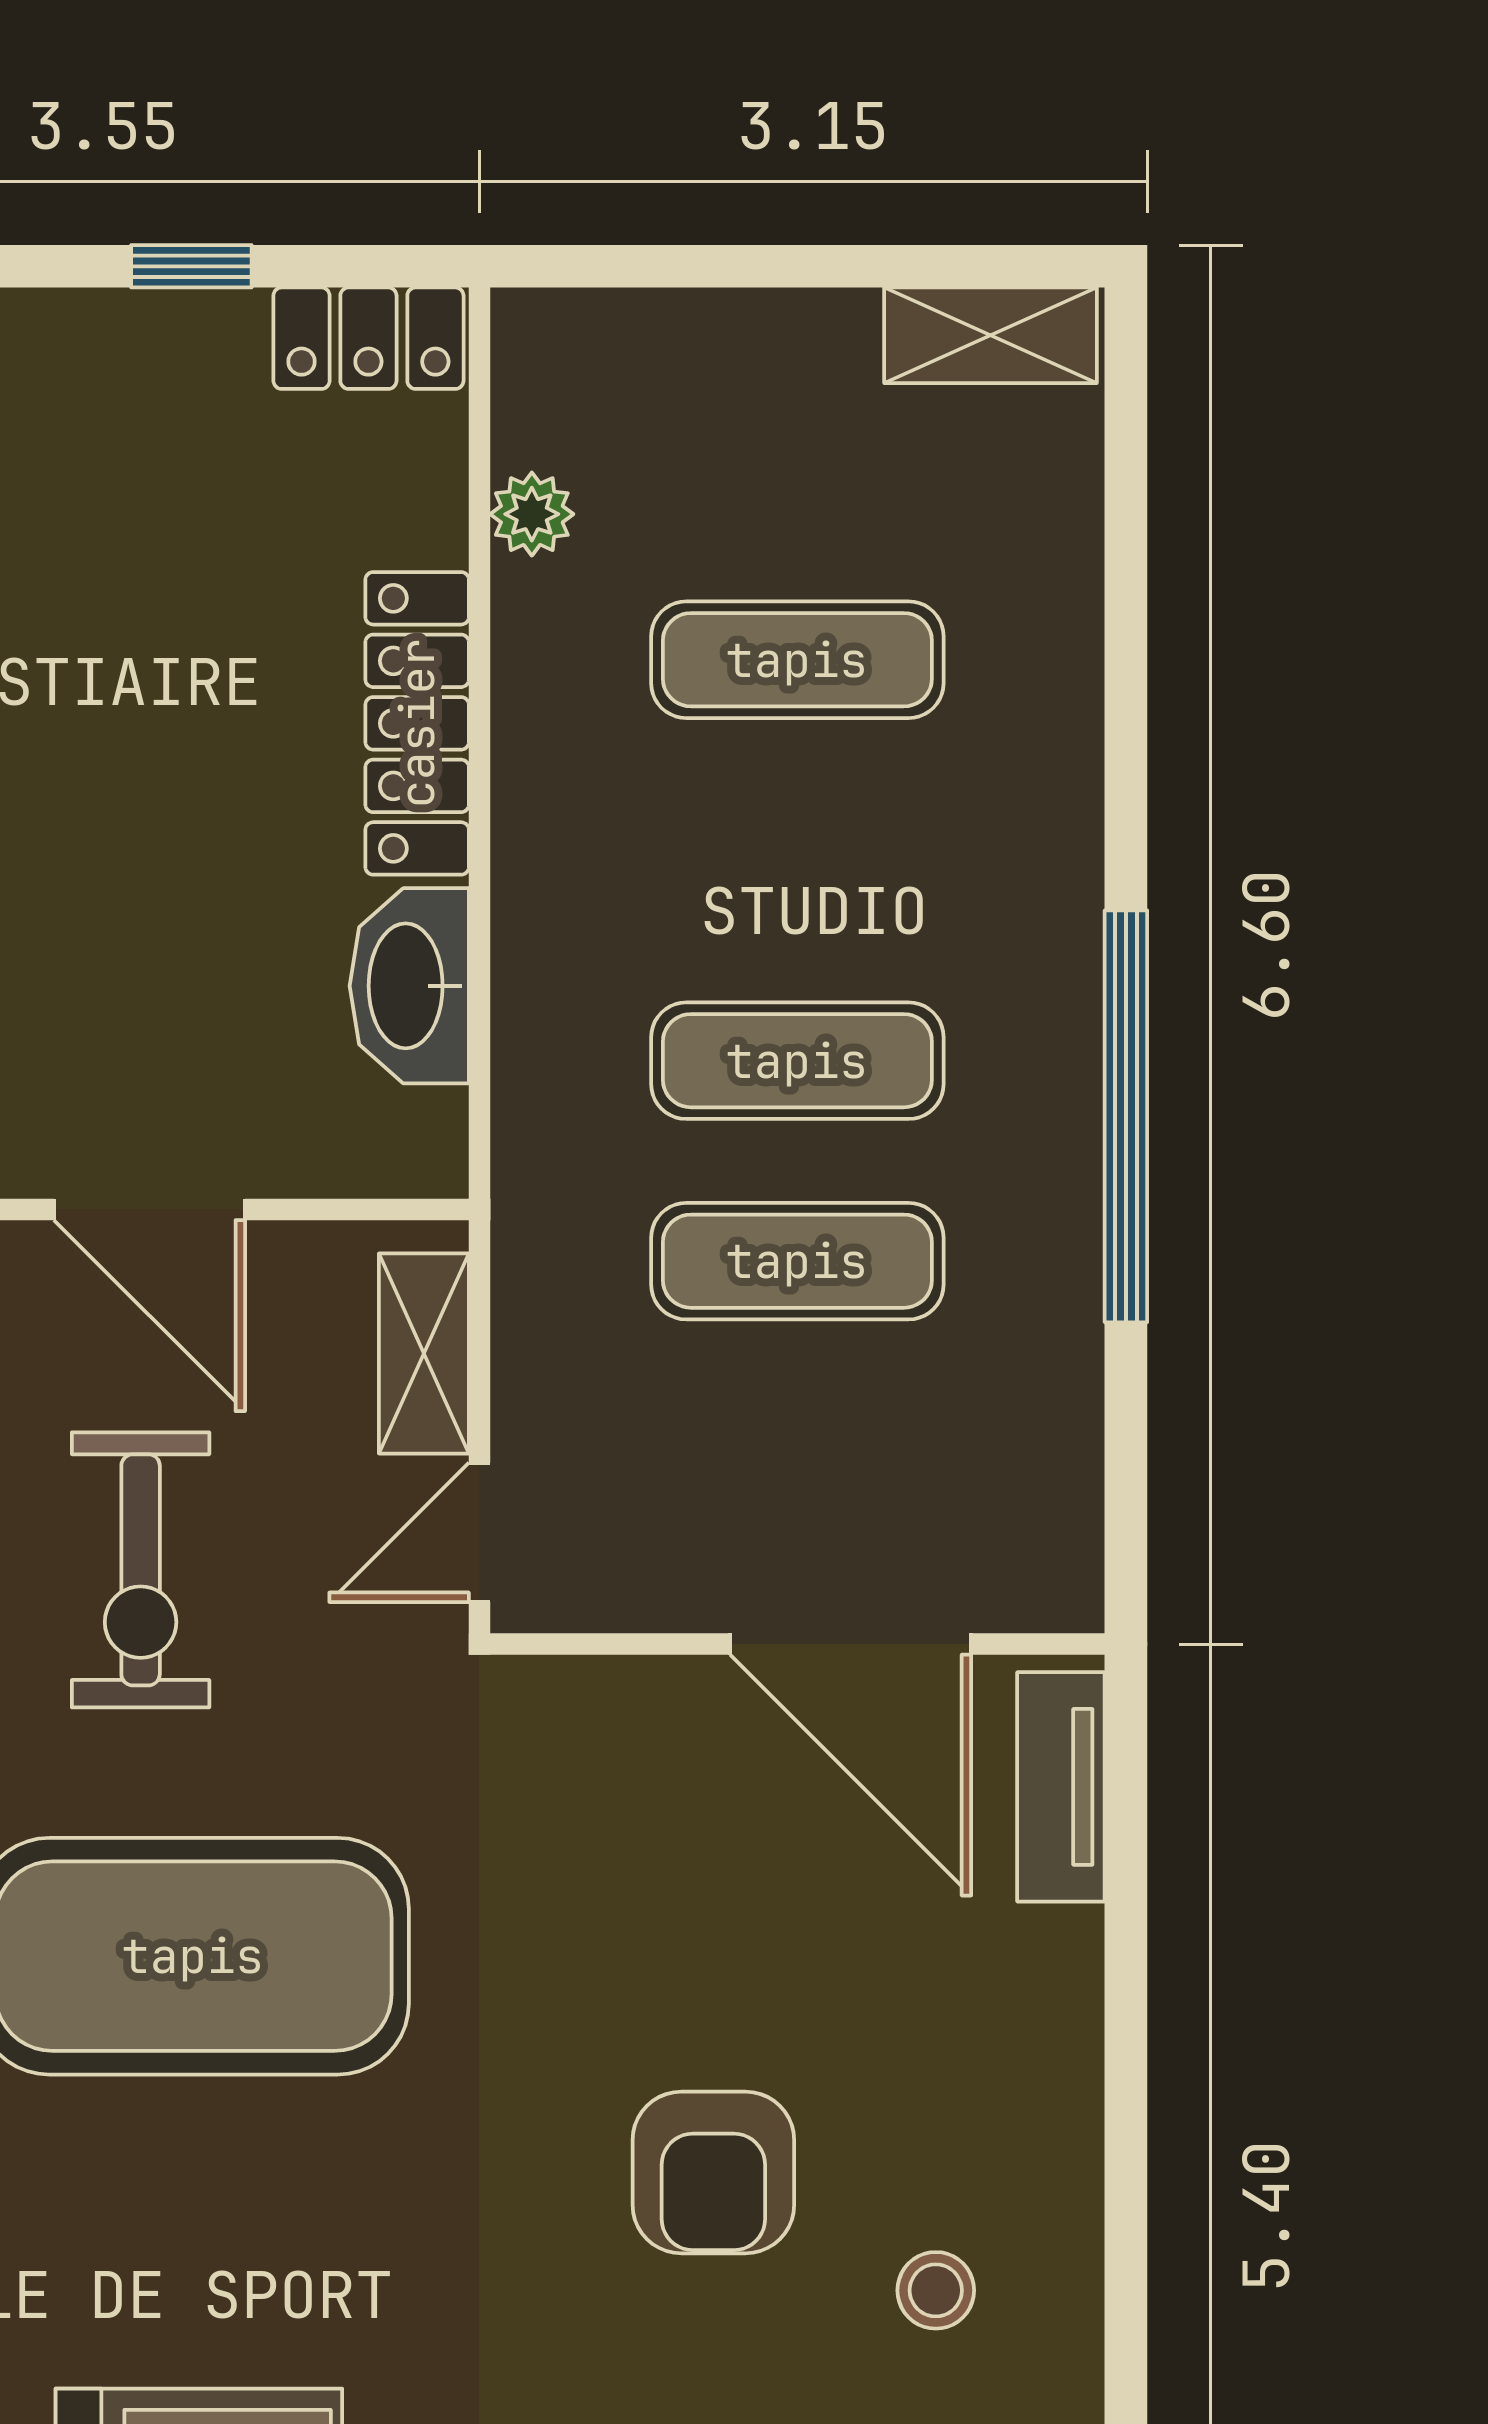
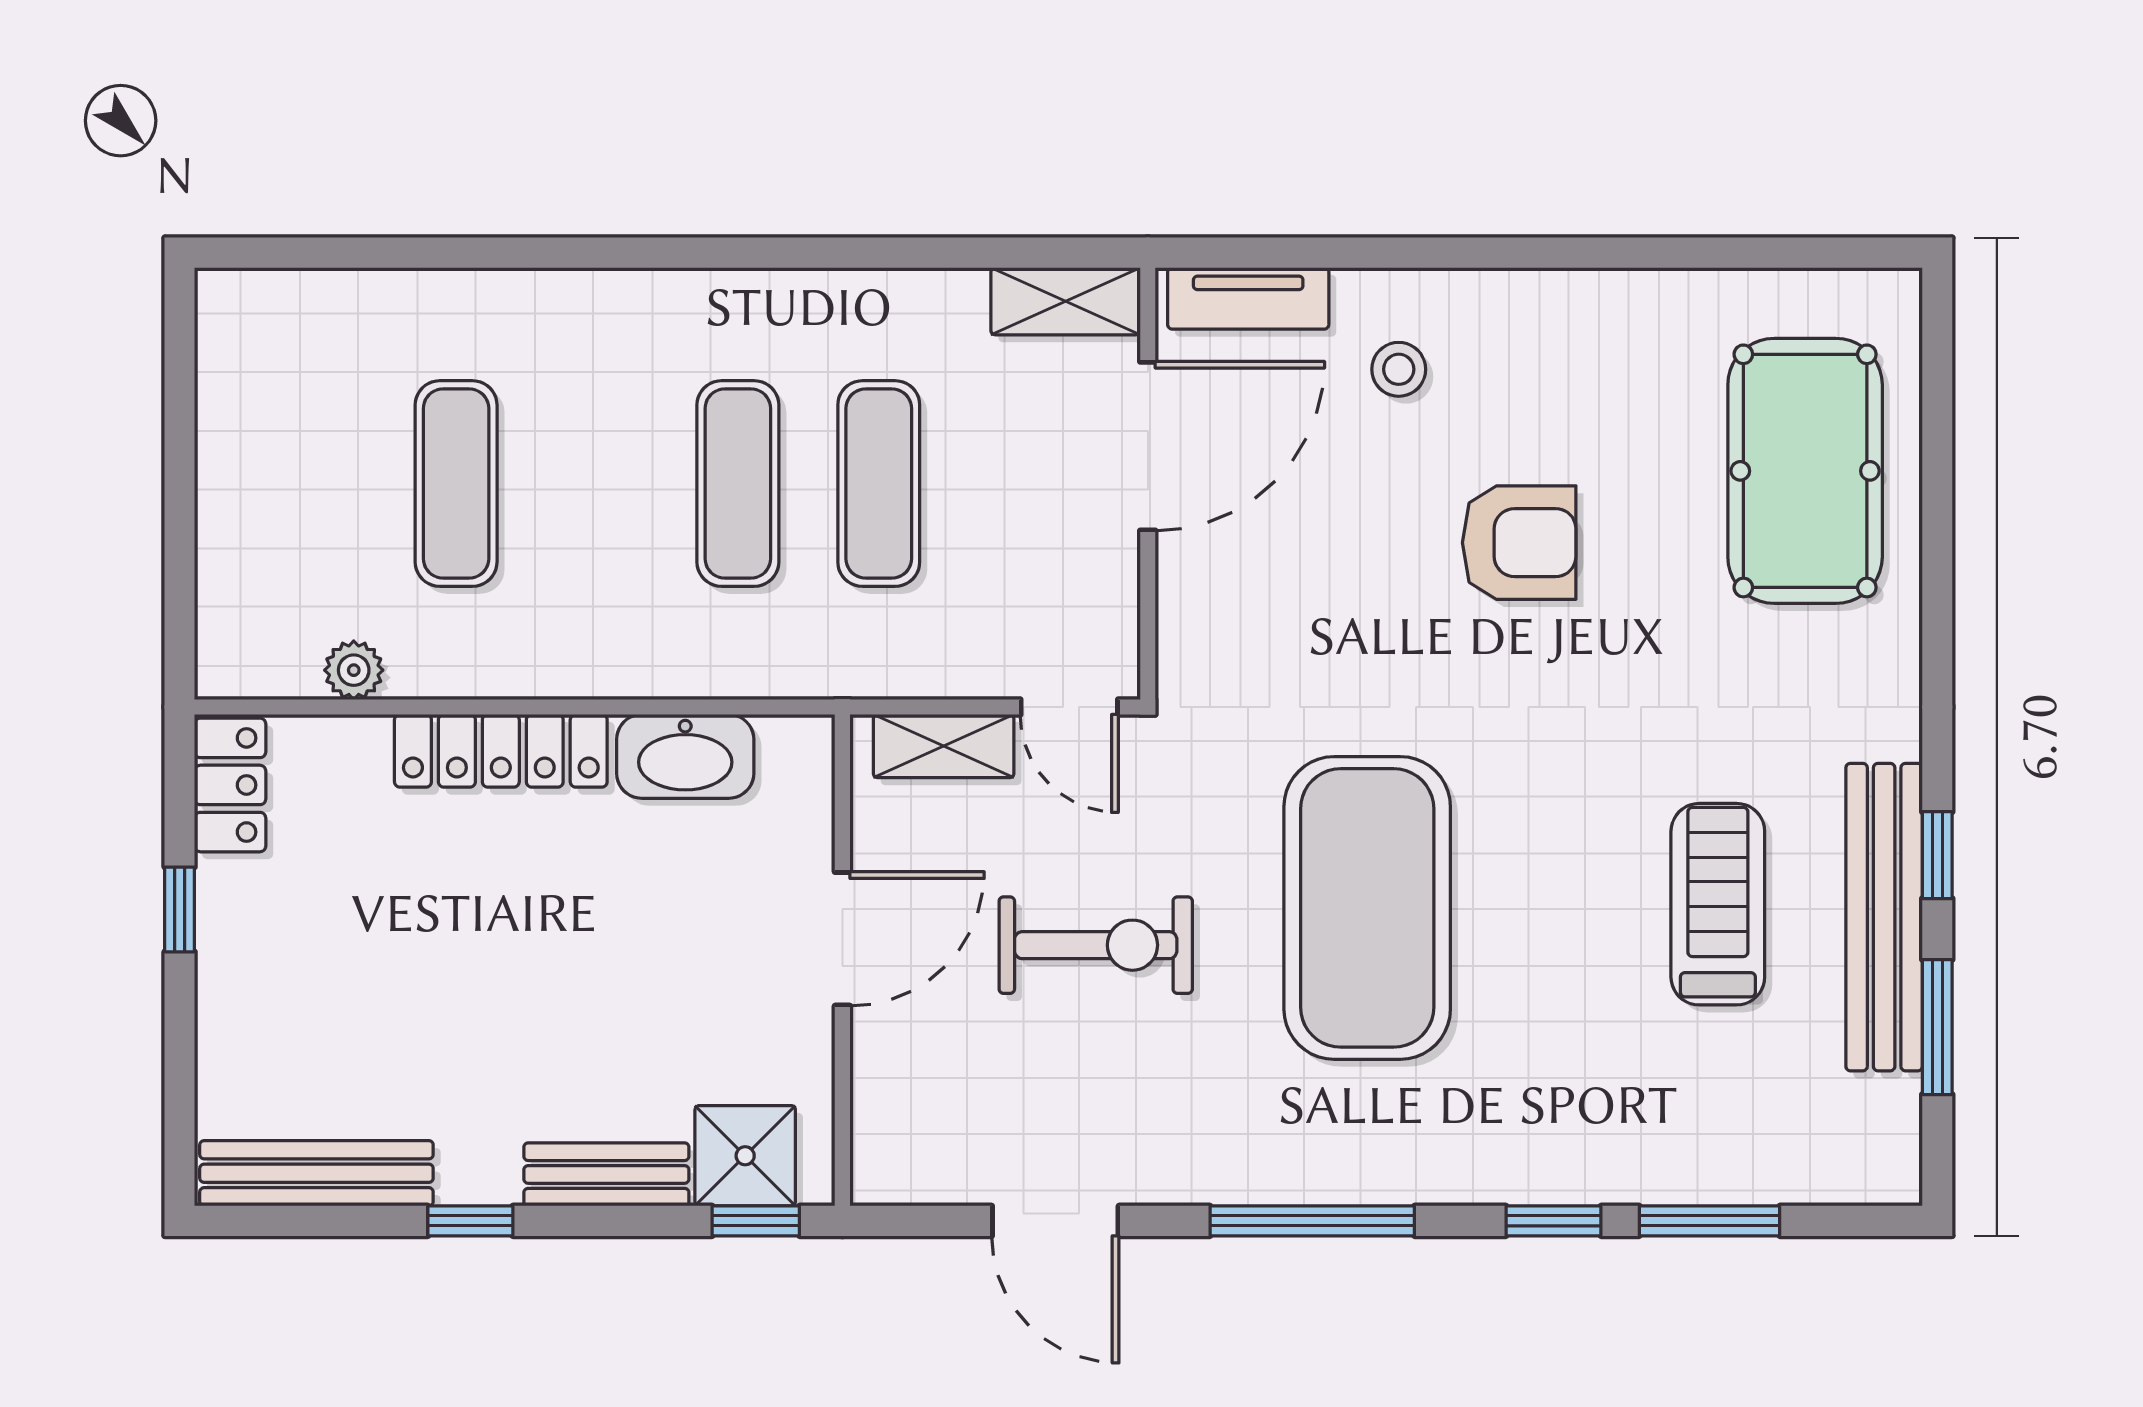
shelving: (991, 335) -> (1066, 301), moved, turned 90
window: (1126, 1116) -> (777, 253), removed
stool: (936, 2290) -> (1399, 369), moved

